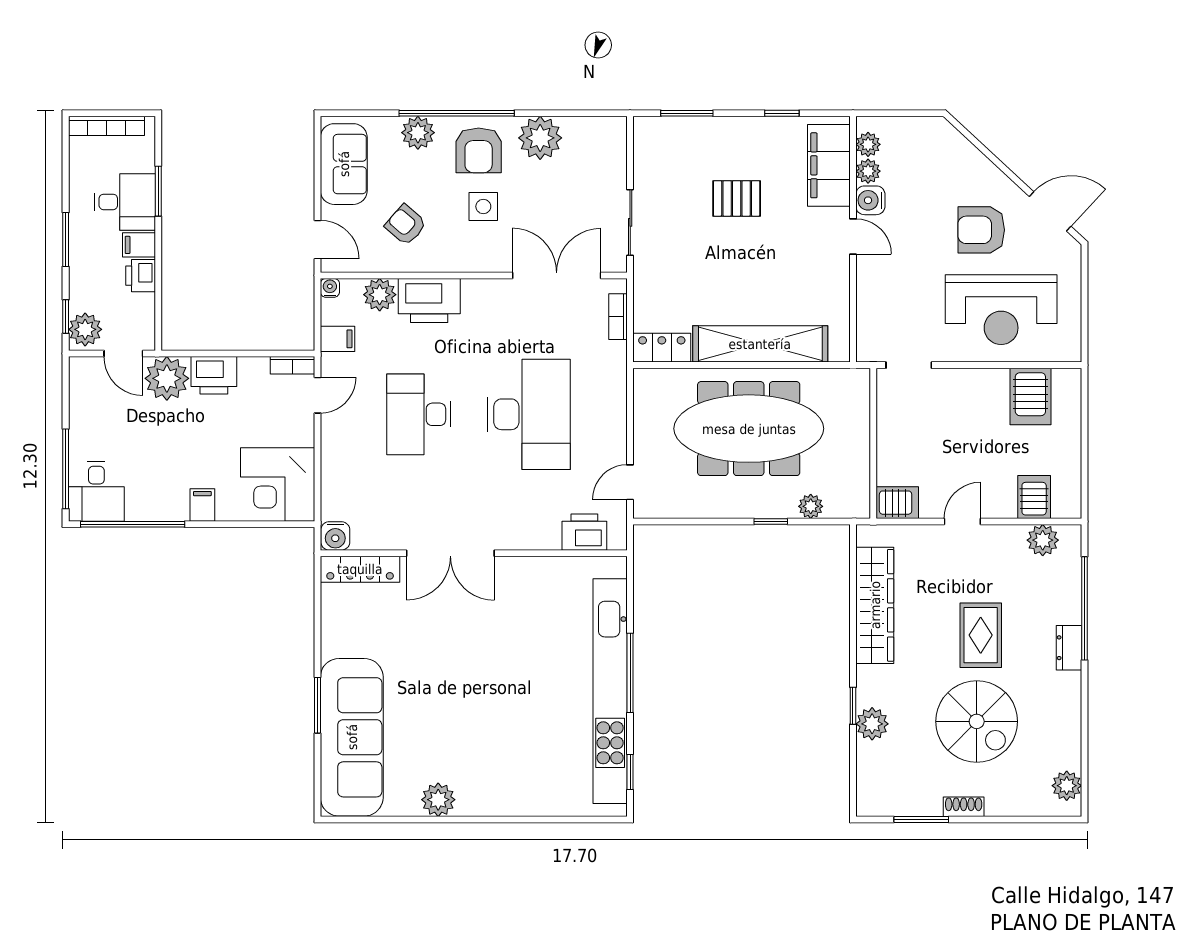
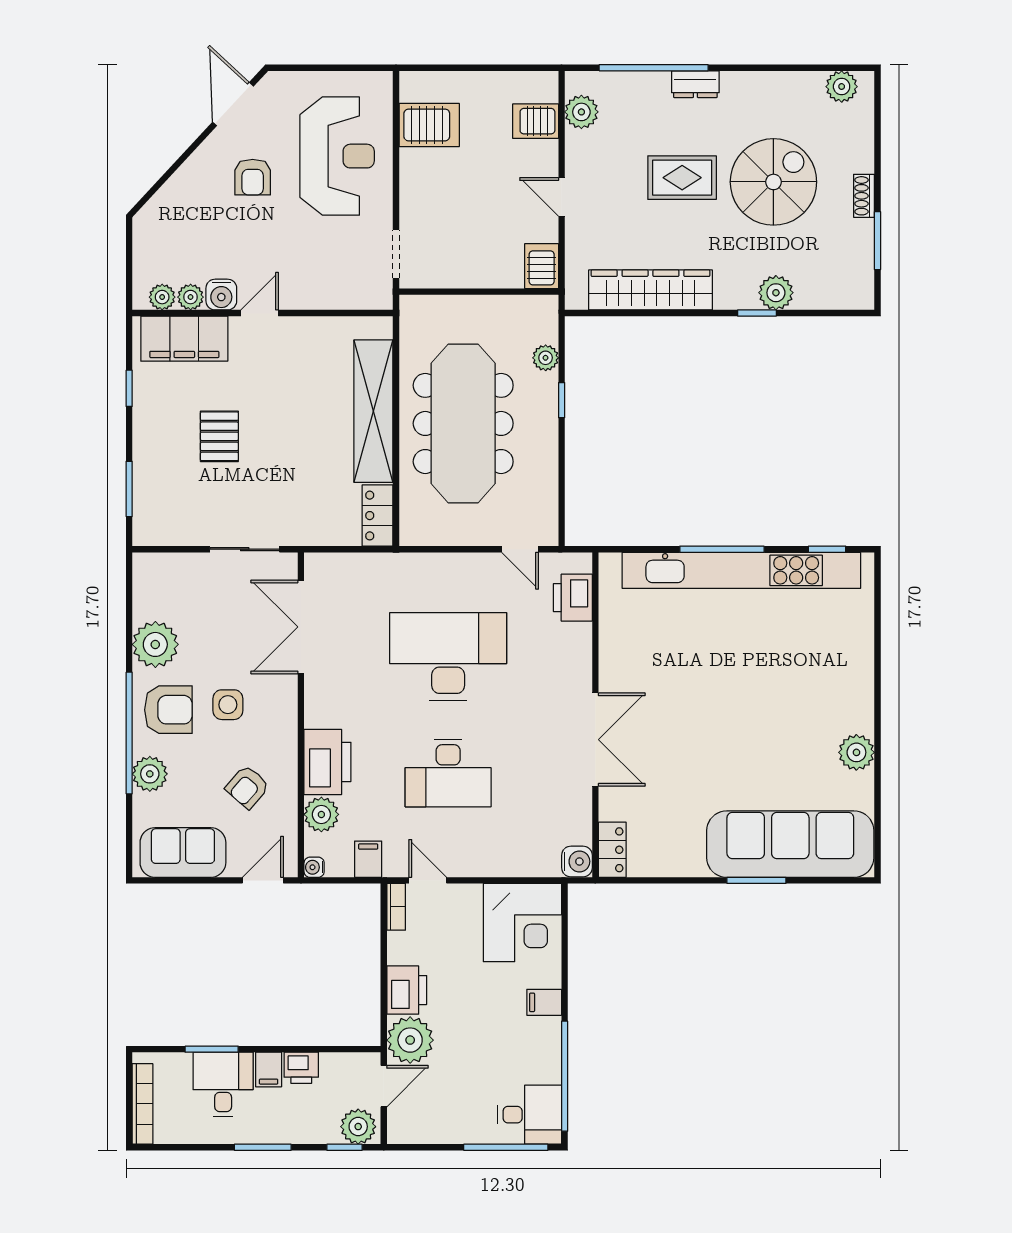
armchair: (981, 230) -> (253, 177), width x0.72, depth x0.72
bookcase: (618, 317) -> (345, 562), removed
locker: (360, 569) -> (612, 850), width x0.66

